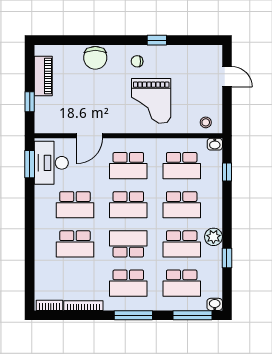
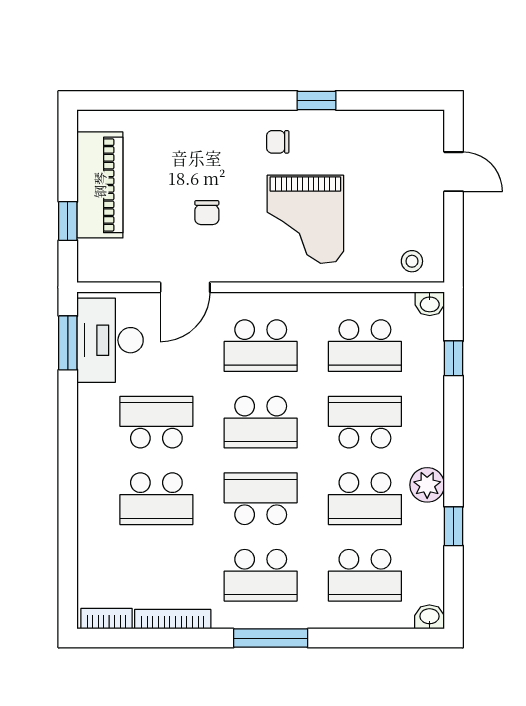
chair: (95, 58) -> (207, 213), moved, width x0.54, depth x0.54
piano: (43, 76) -> (100, 185), width x1.37, depth x1.33
school desk: (75, 205) -> (156, 422), turned 180
school desk: (182, 205) -> (365, 422), turned 180
window: (193, 315) -> (386, 638), removed

